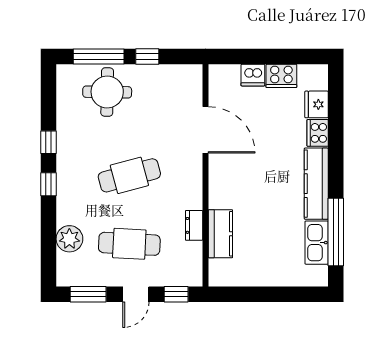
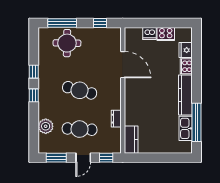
window: (147, 57) -> (100, 23), moved
cafe table: (129, 175) -> (80, 90), turned 30
kitchen counter: (220, 234) -> (131, 140), moved

